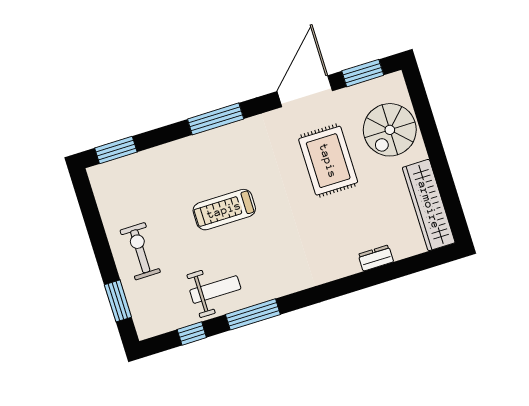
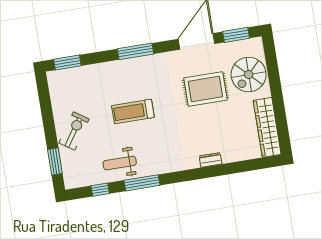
rug: (328, 161) -> (205, 89), turned 90
exercise bike: (140, 251) -> (74, 131), turned 34
dresser: (376, 258) -> (211, 160), moved
weight bench: (215, 290) -> (120, 163), turned 180

